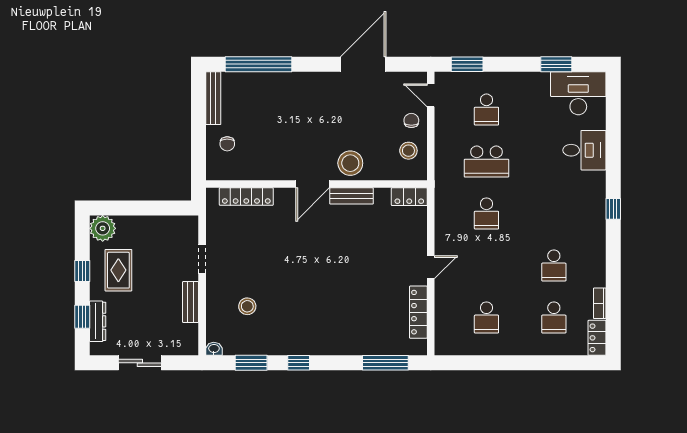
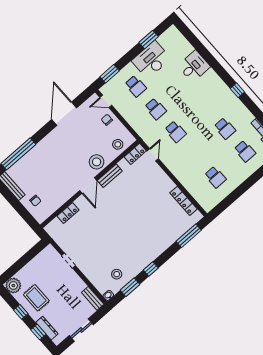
desk: (578, 93) -> (151, 60), moved
stool: (408, 151) -> (118, 144), moved
school desk: (486, 162) -> (156, 109), width x0.54
locker: (246, 197) -> (68, 213), width x0.66
window: (613, 209) -> (237, 90), moved
door: (431, 267) -> (153, 155), moved
bench: (191, 302) -> (93, 298), moved
stool: (247, 306) -> (117, 274), moved

